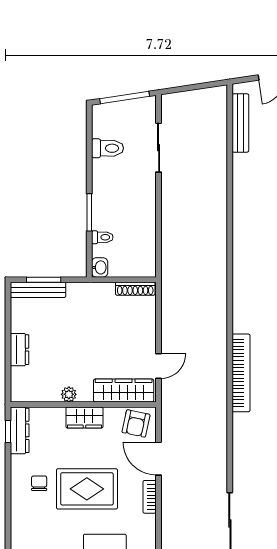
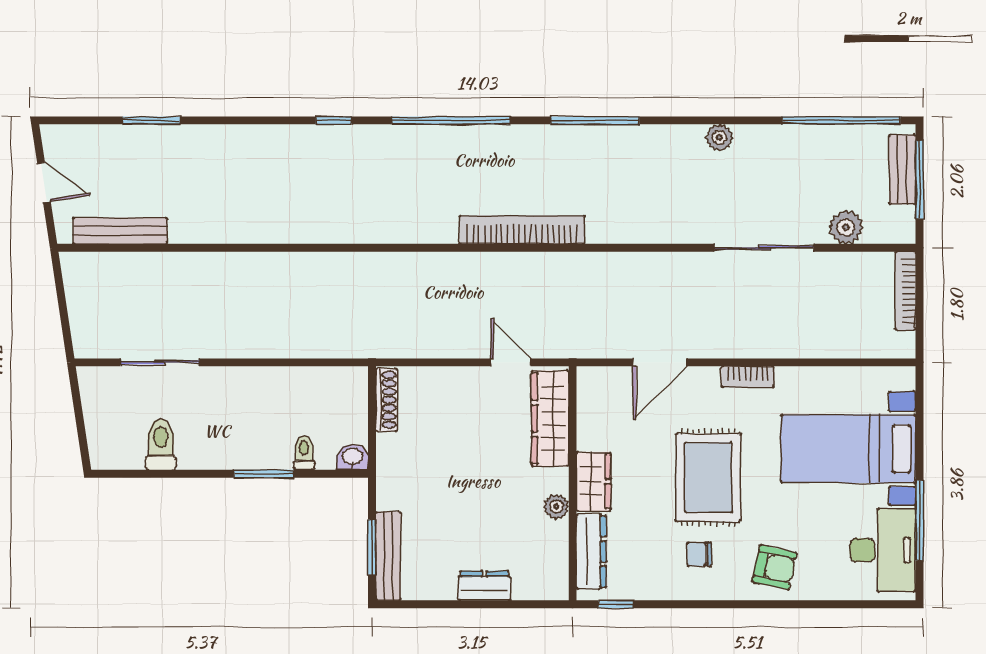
window: (125, 97) -> (79, 417), removed
armchair: (136, 423) -> (774, 567), moved
dresser: (20, 430) -> (591, 551), moved, turned 90
bookcase: (150, 497) -> (748, 377), moved

